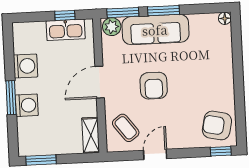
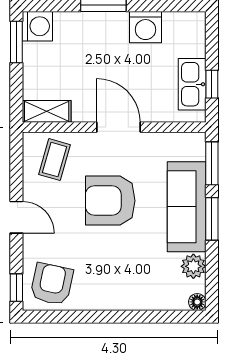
plant: (112, 27) -> (193, 266), moved
armchair: (154, 86) -> (110, 201), width x1.36, depth x1.36
washing machine: (27, 105) -> (37, 26), moved, turned -90
coffee table: (126, 128) -> (54, 160), turned -37
door: (155, 154) -> (16, 217), moved

